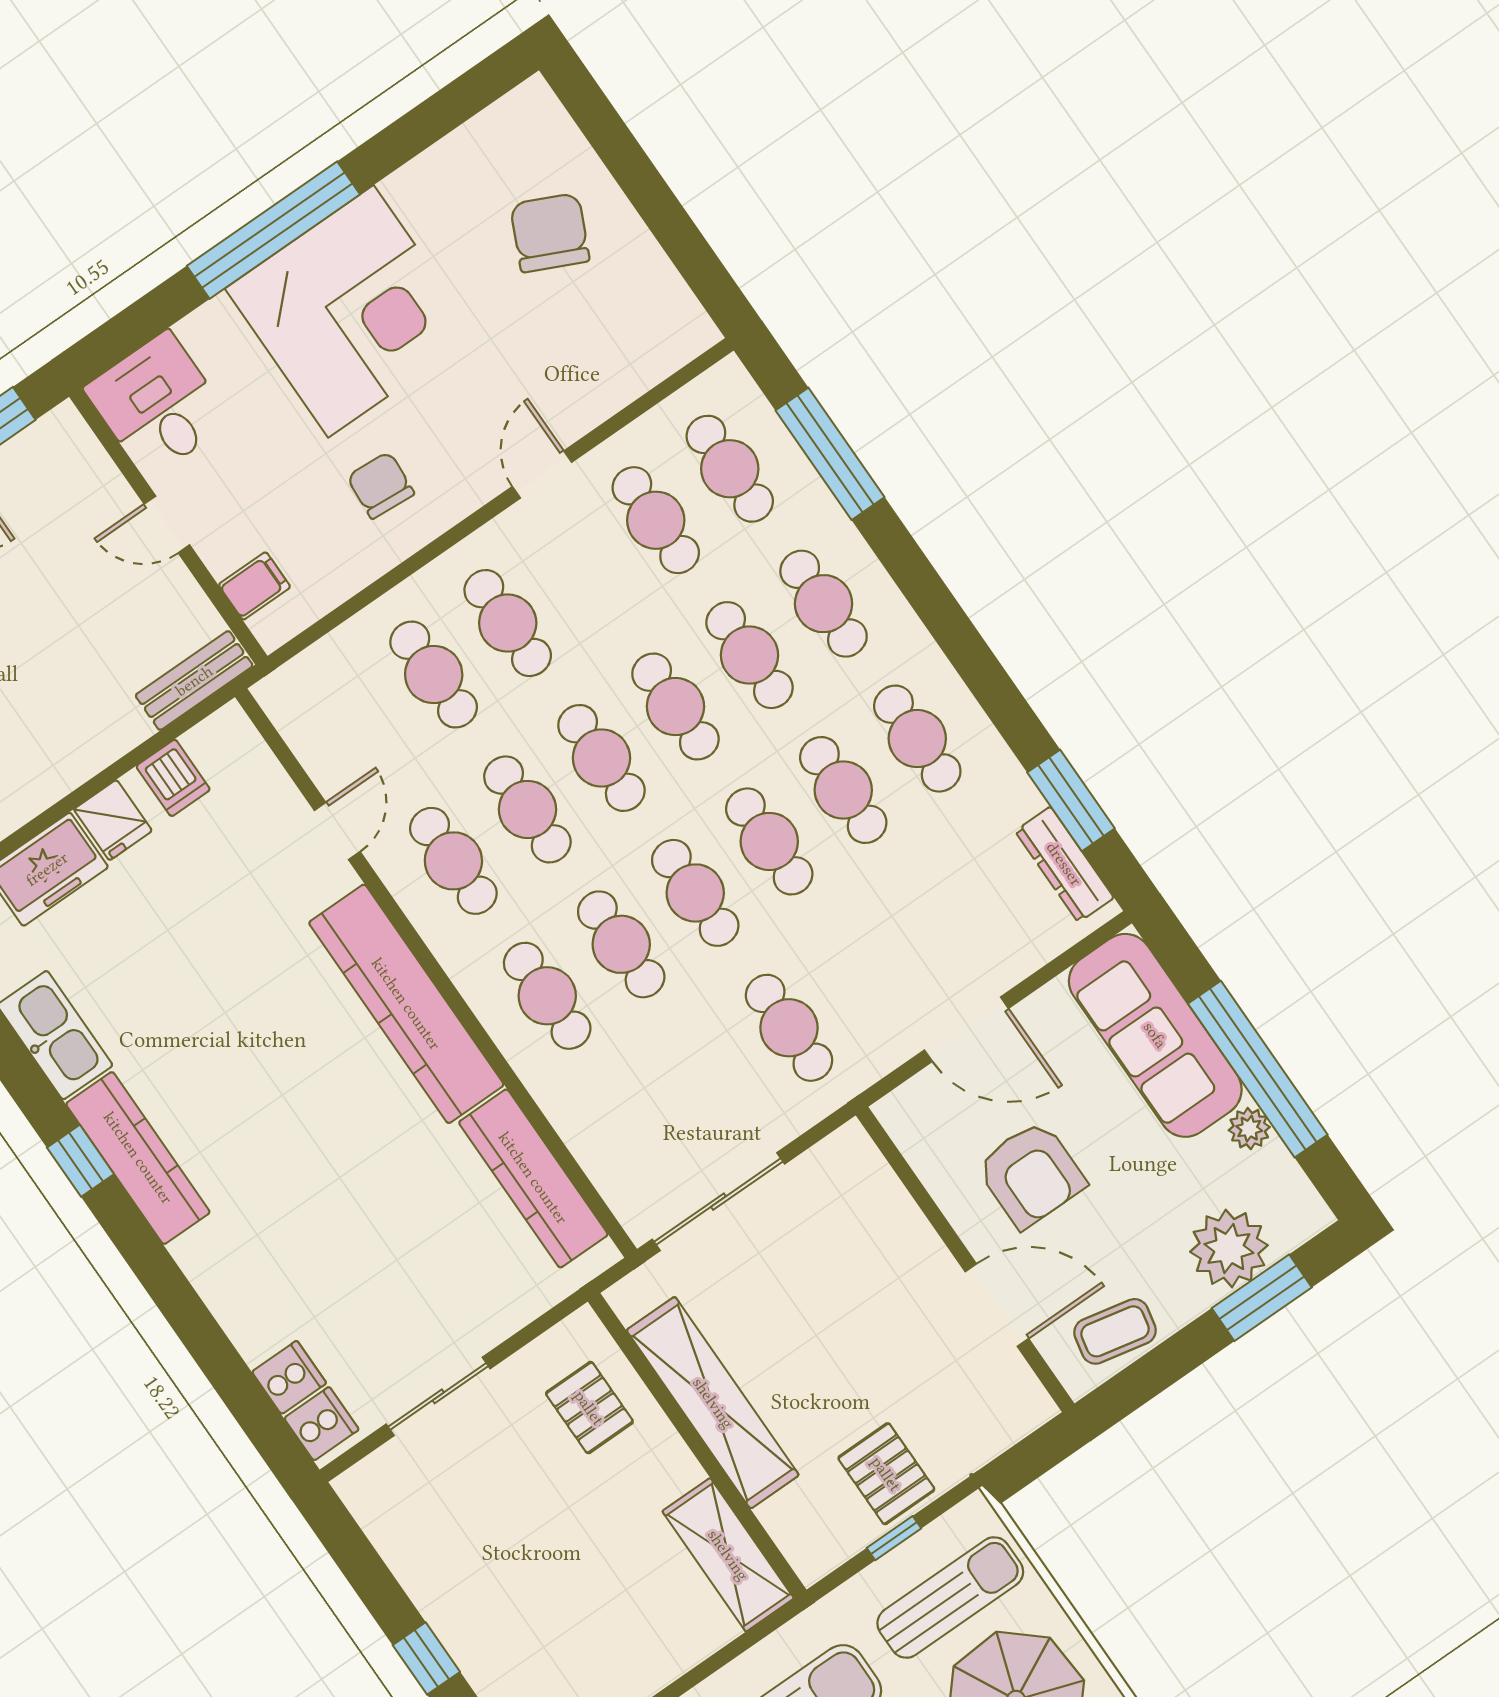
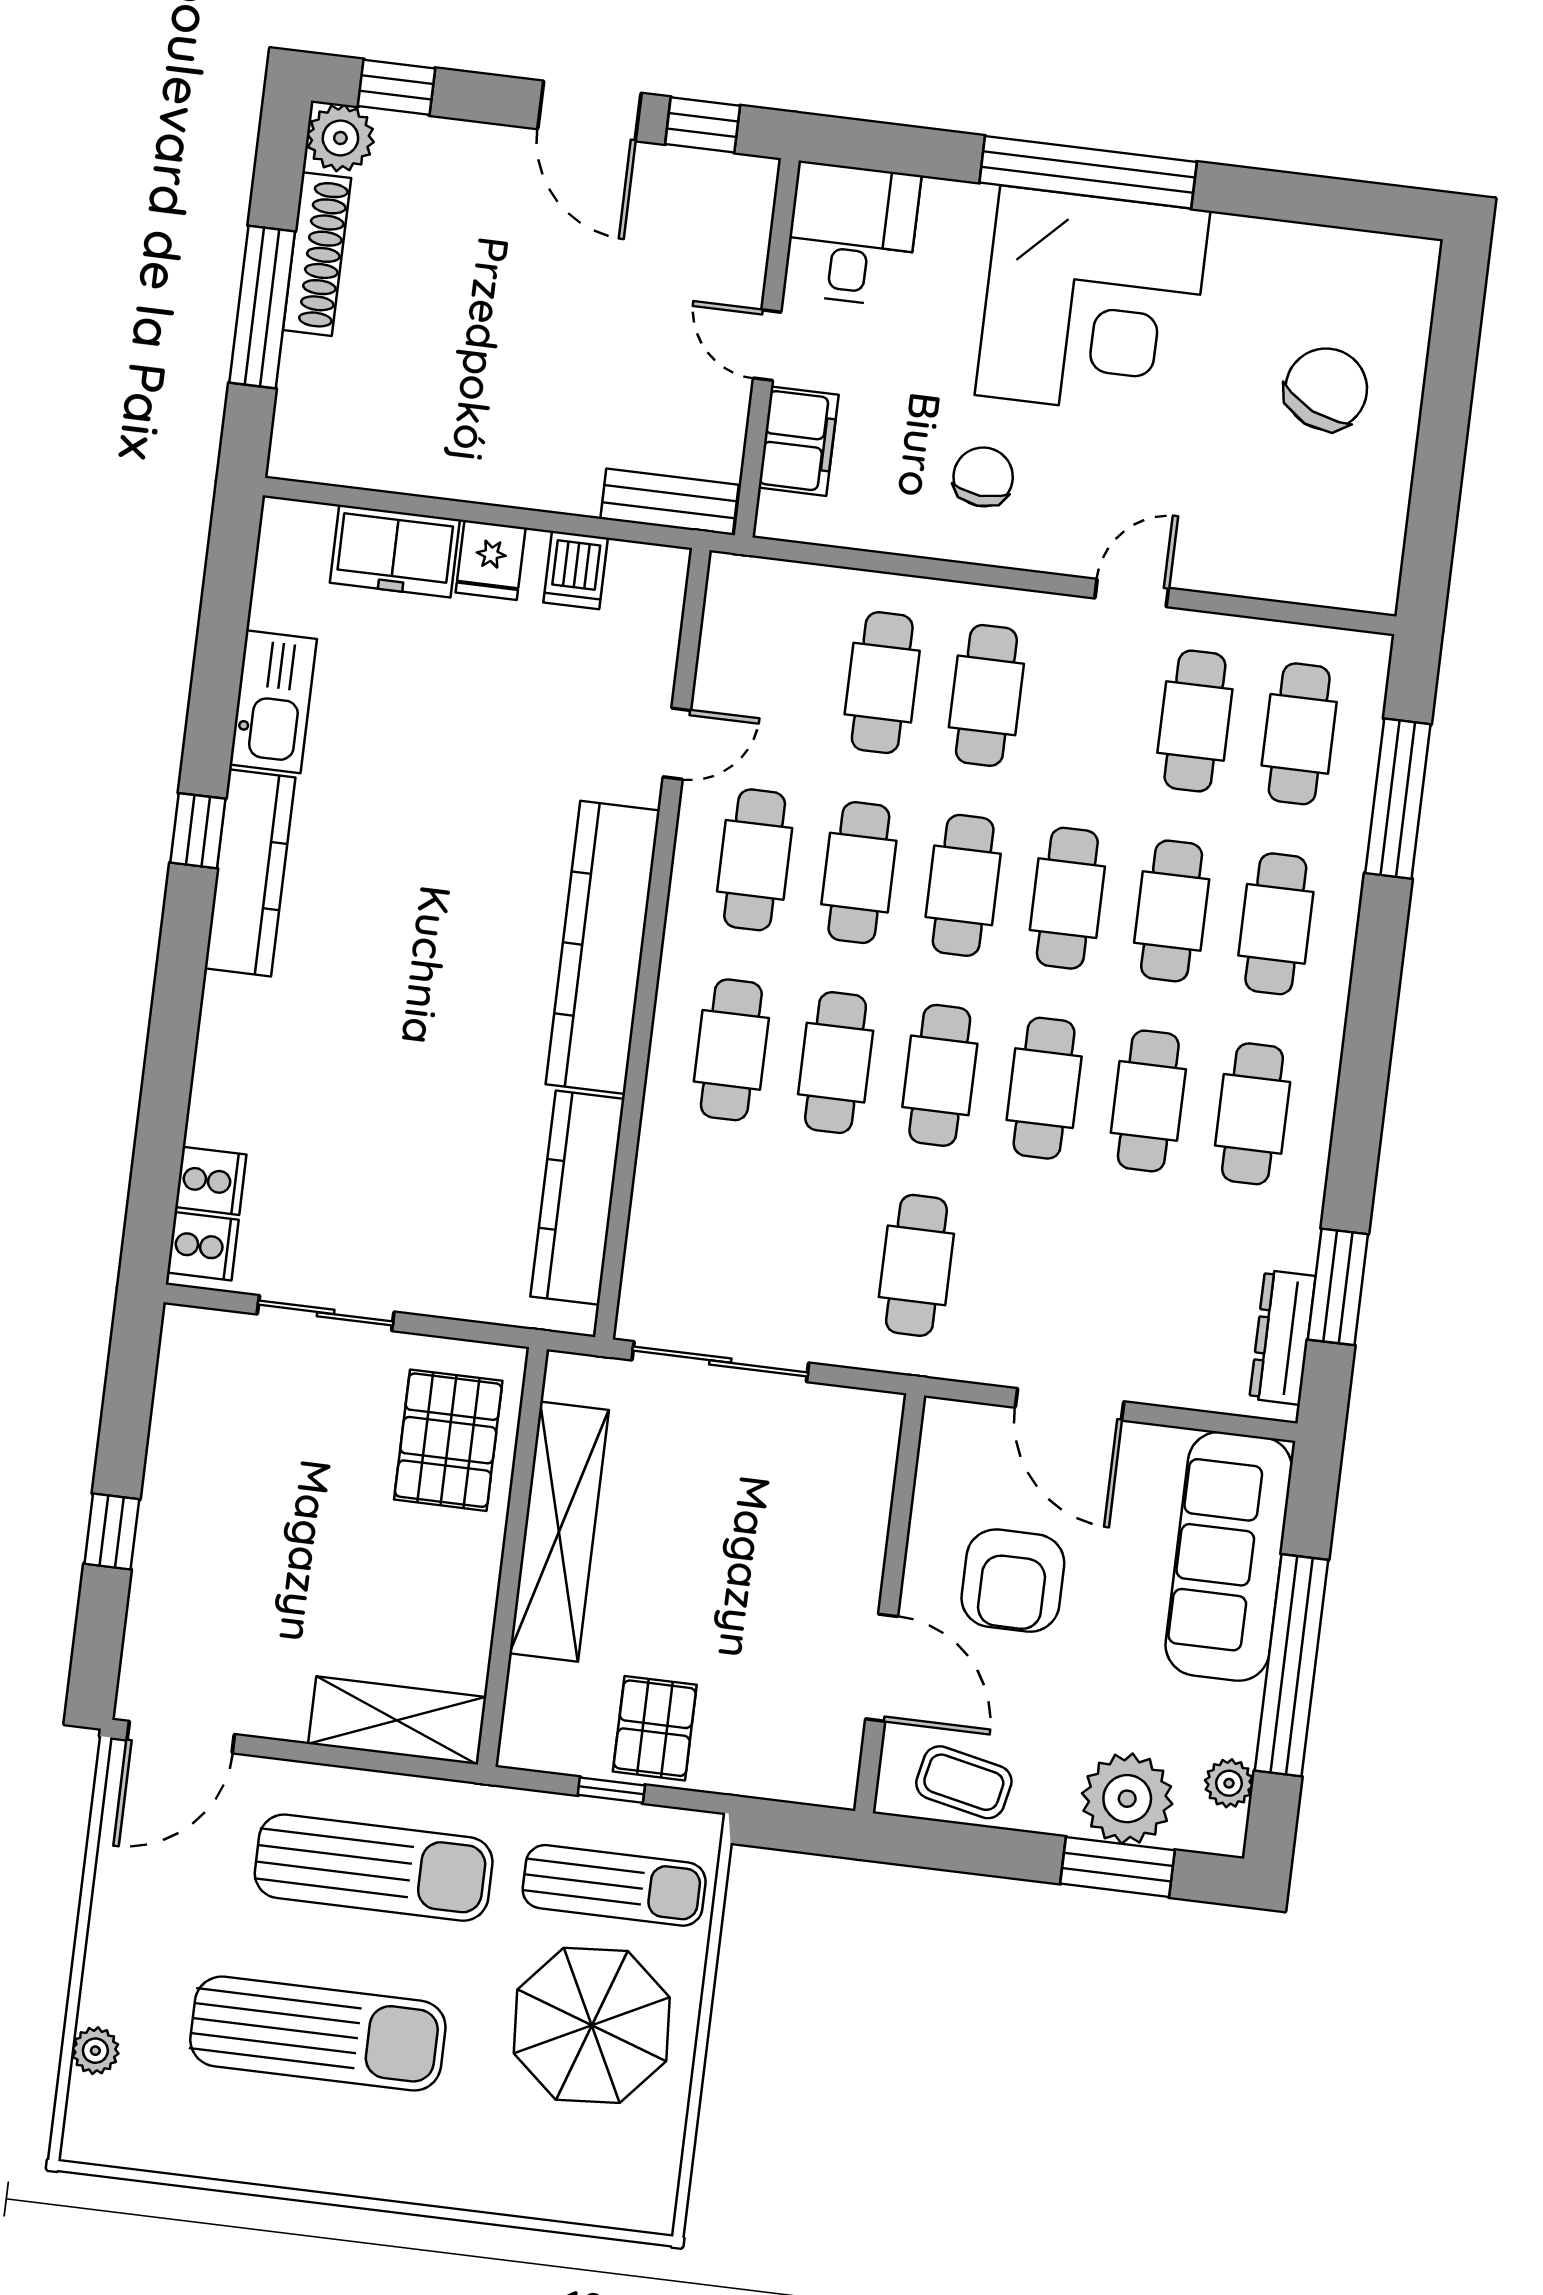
filing cabinet: (254, 586) -> (798, 441), width x2.00
plant: (1249, 1129) -> (1229, 1783), moved
pallet: (589, 1408) -> (448, 1440), width x1.50, depth x1.42
shelving: (728, 1555) -> (397, 1720), moved, turned 90

